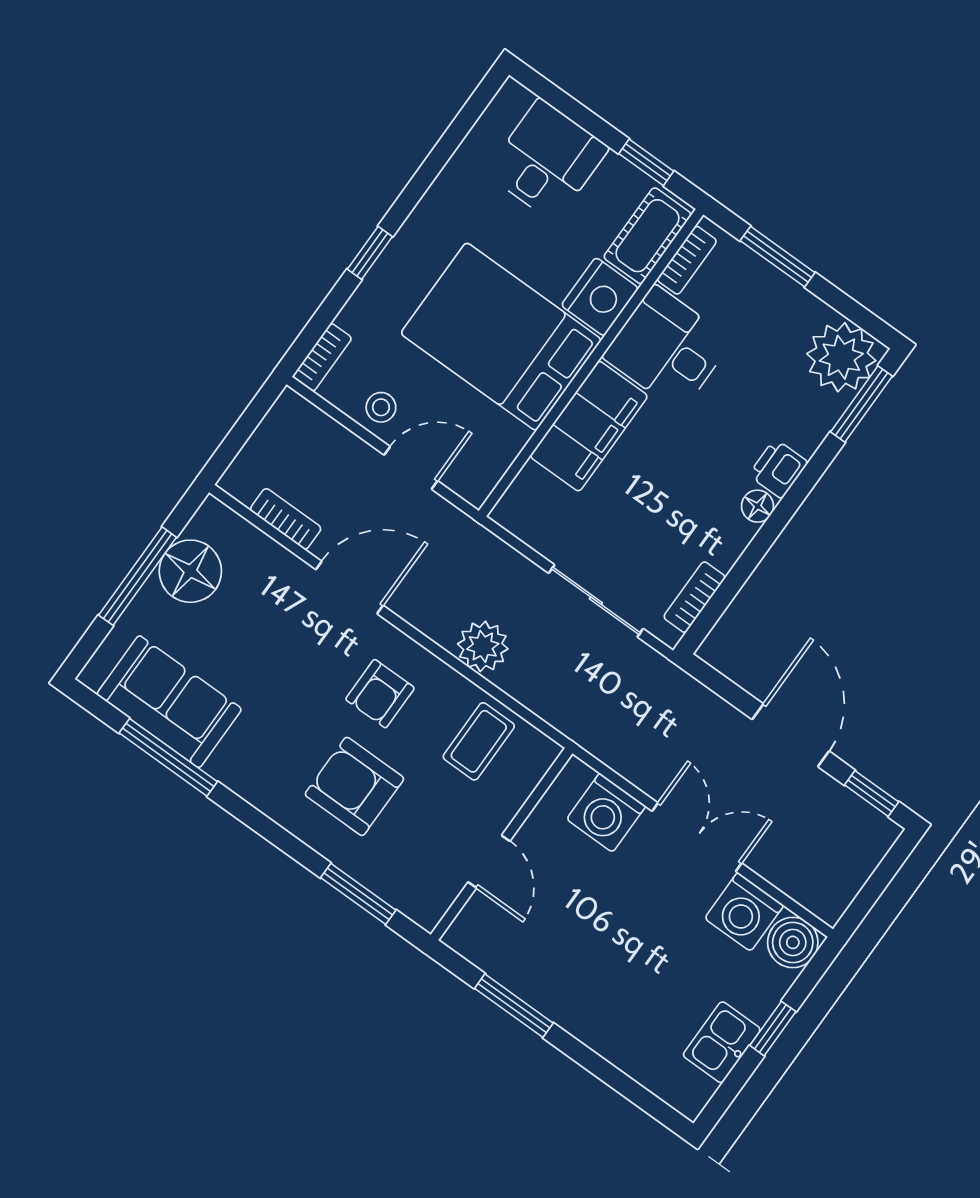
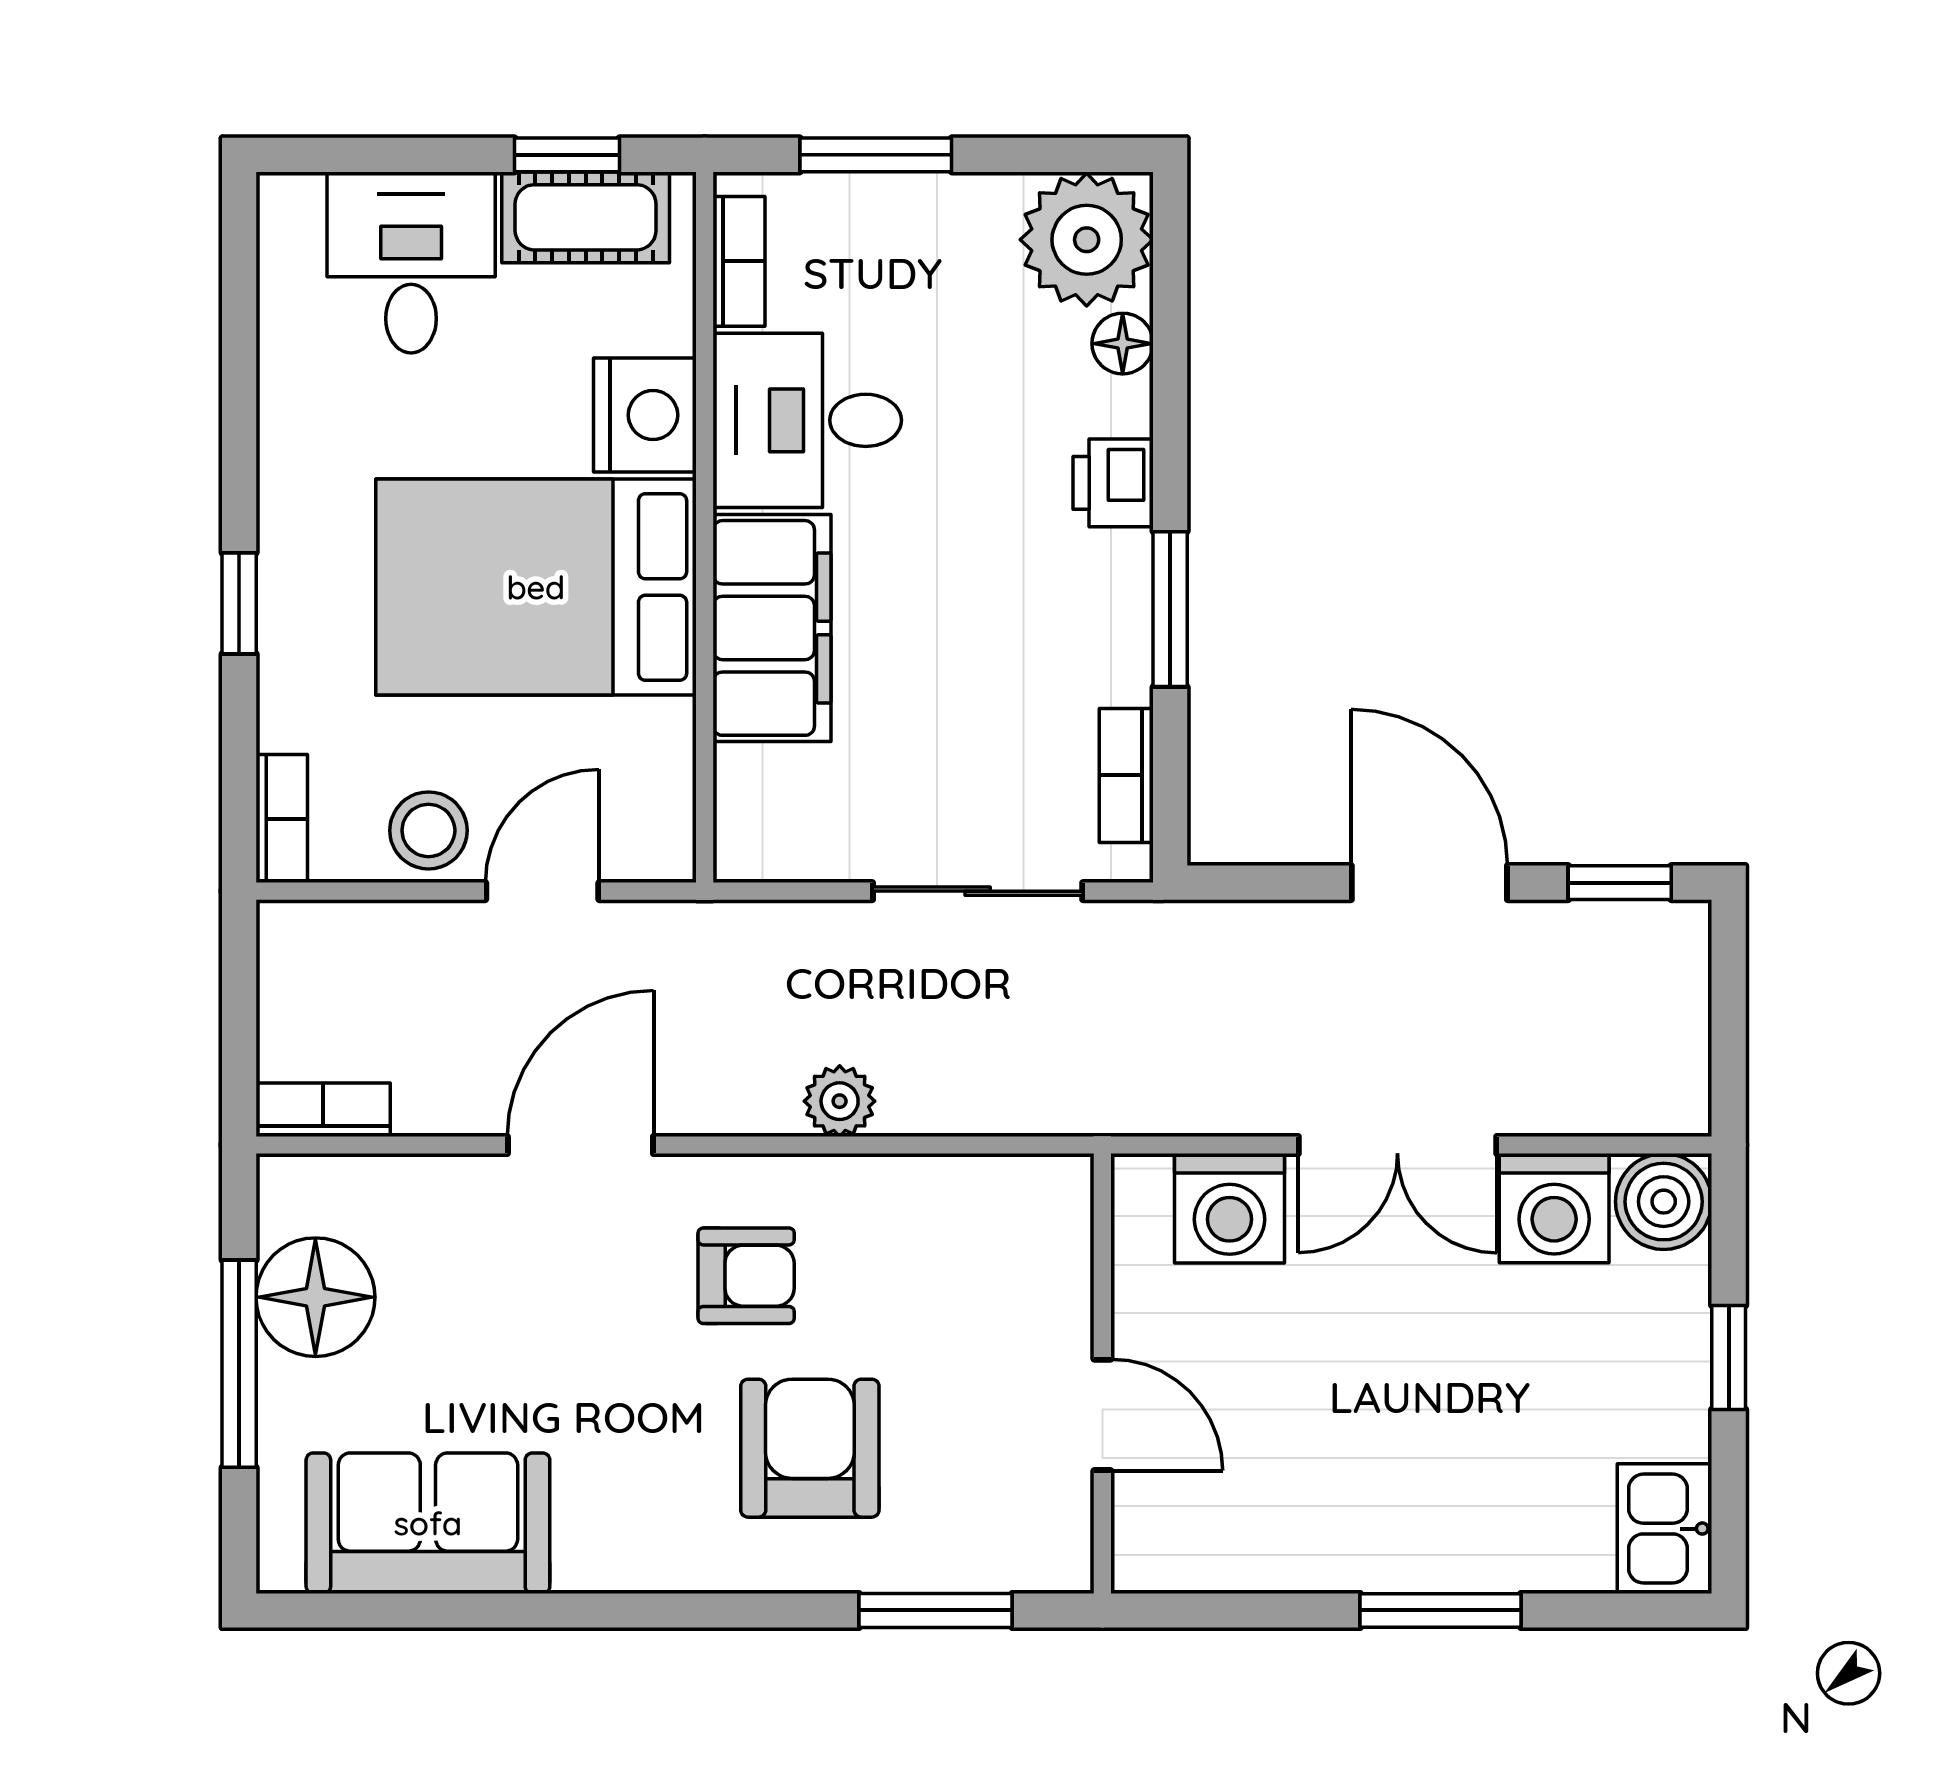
cot: (648, 236) -> (586, 217), moved, turned 90
window: (861, 404) -> (1170, 609), moved
stool: (381, 407) -> (428, 830), width x1.37, depth x1.37
floor lamp: (758, 506) -> (1123, 344), moved
bookcase: (286, 519) -> (323, 1110), moved
plant: (483, 646) -> (840, 1101), width x0.73, depth x0.73
armchair: (380, 694) -> (746, 1276), turned -90
coffee table: (479, 741) -> (952, 1240), removed
window: (168, 757) -> (489, 1610), removed
armchair: (354, 786) -> (810, 1448), turned 90
double door: (697, 837) -> (1397, 1145), swing flipped
window: (514, 1006) -> (1441, 1610), moved
kitchen sink: (722, 1042) -> (1665, 1529), moved

